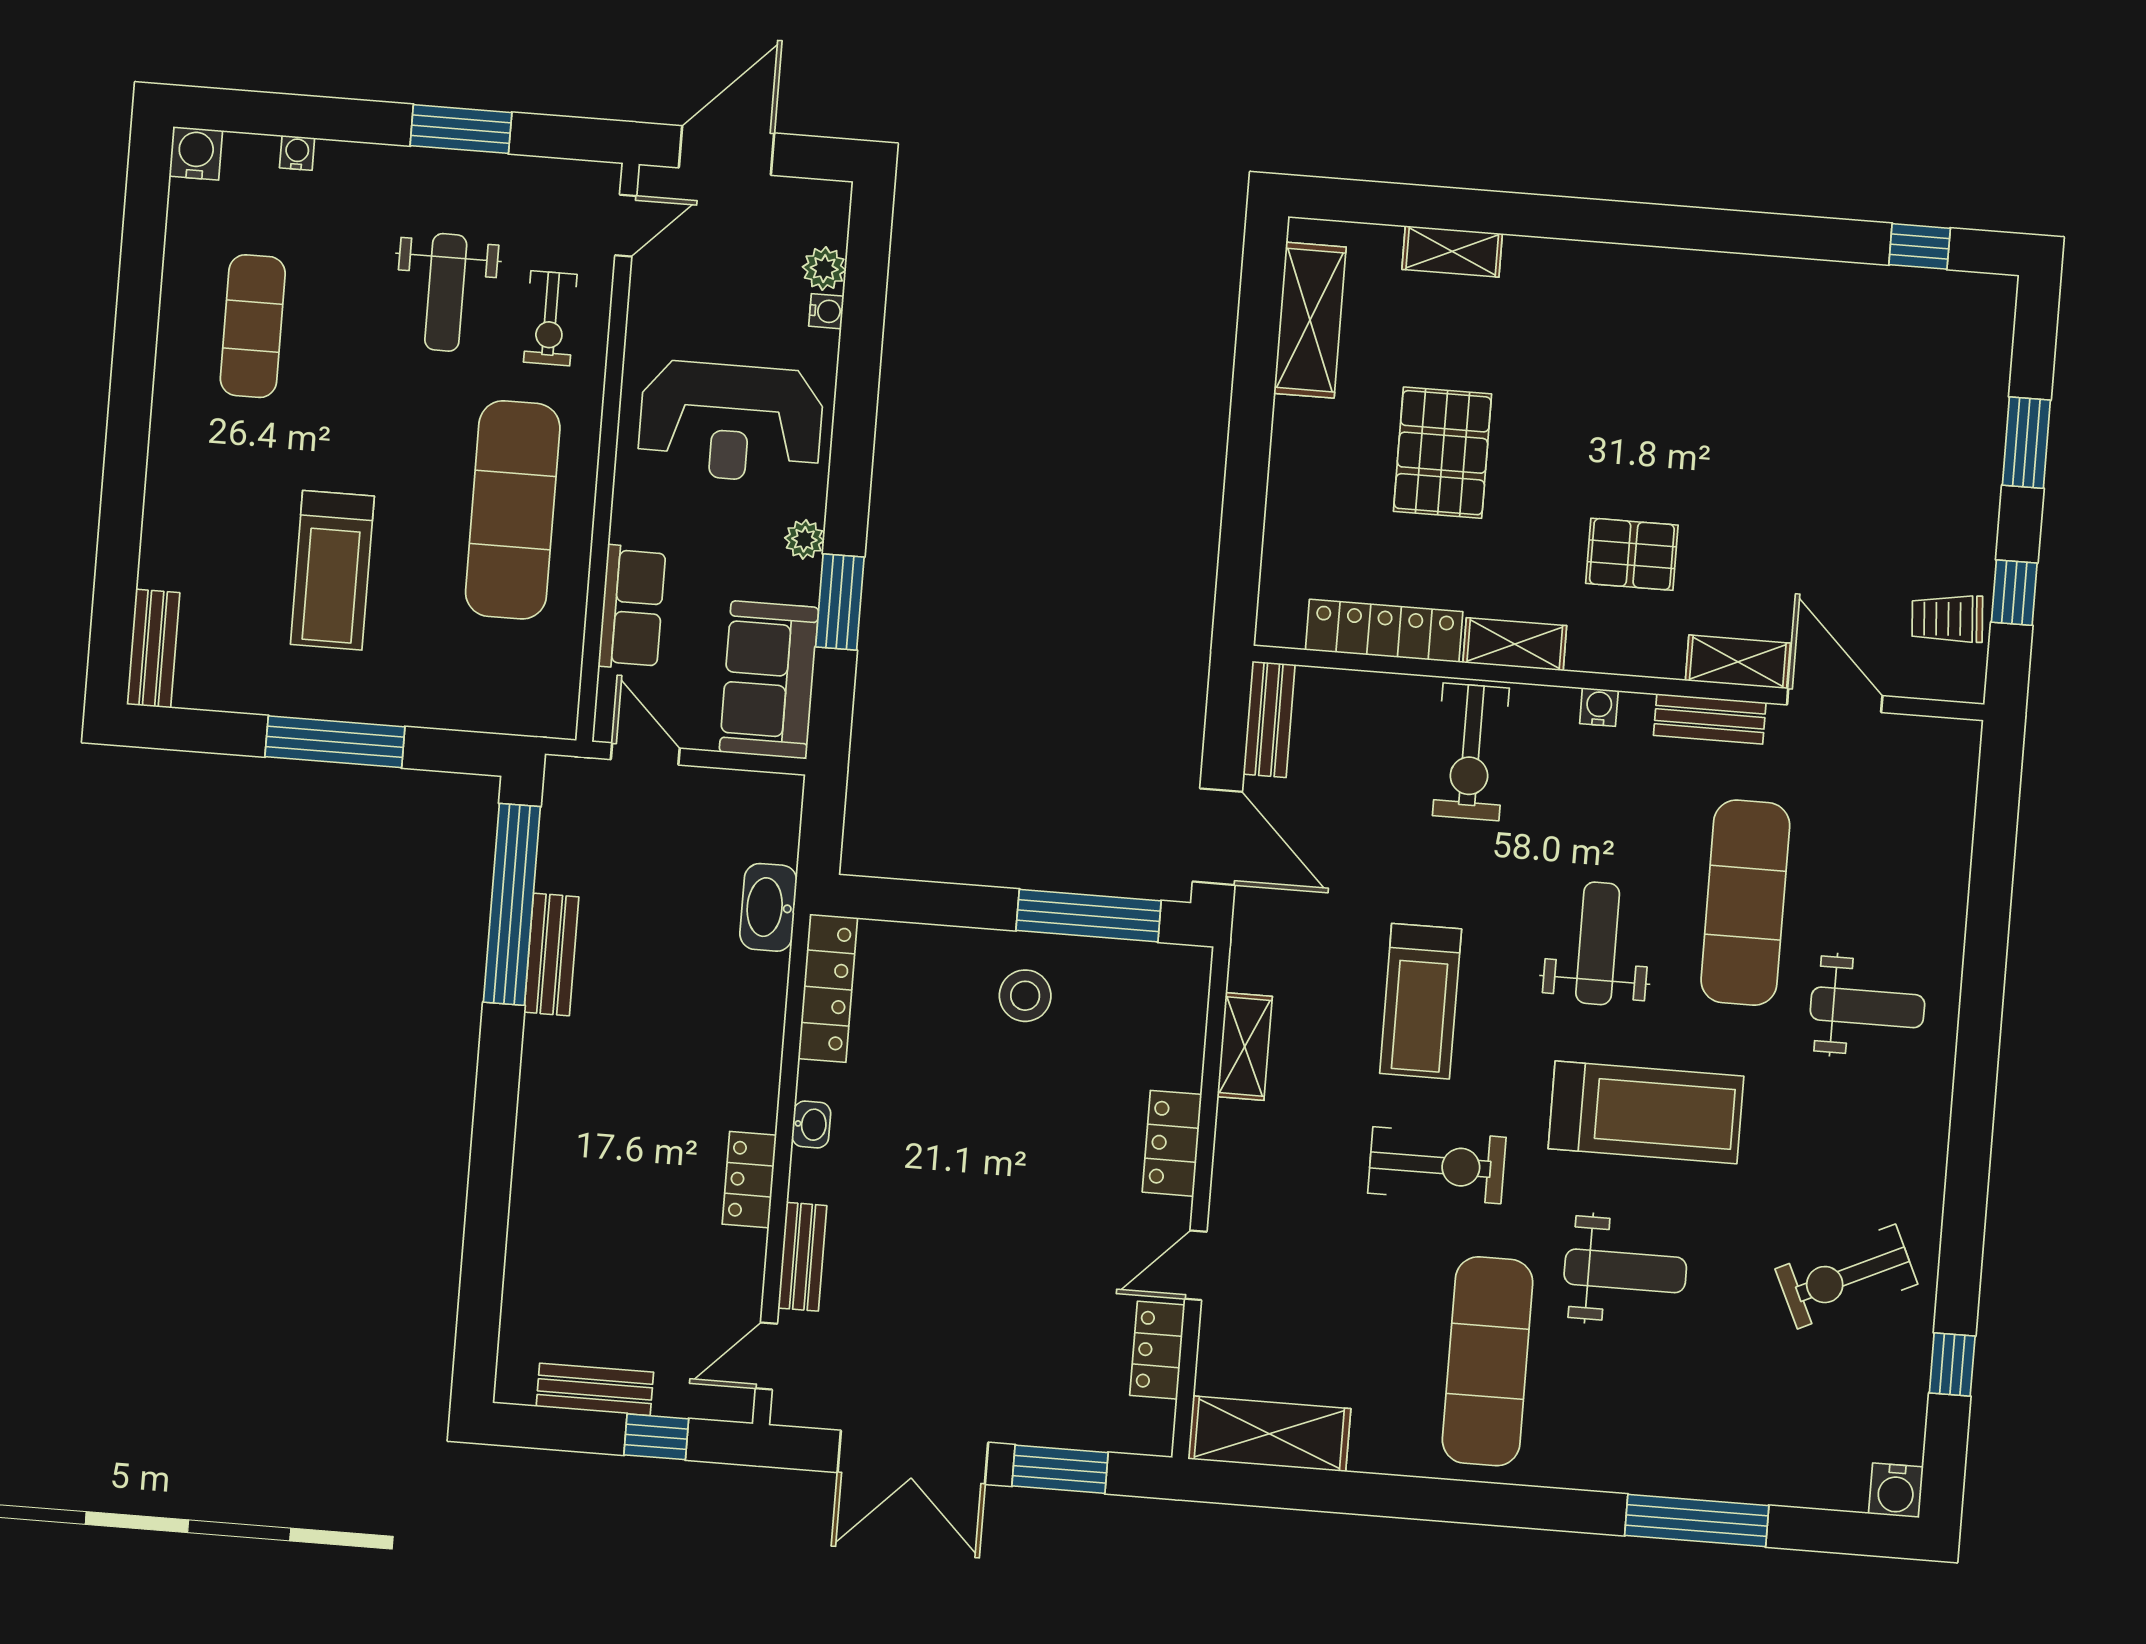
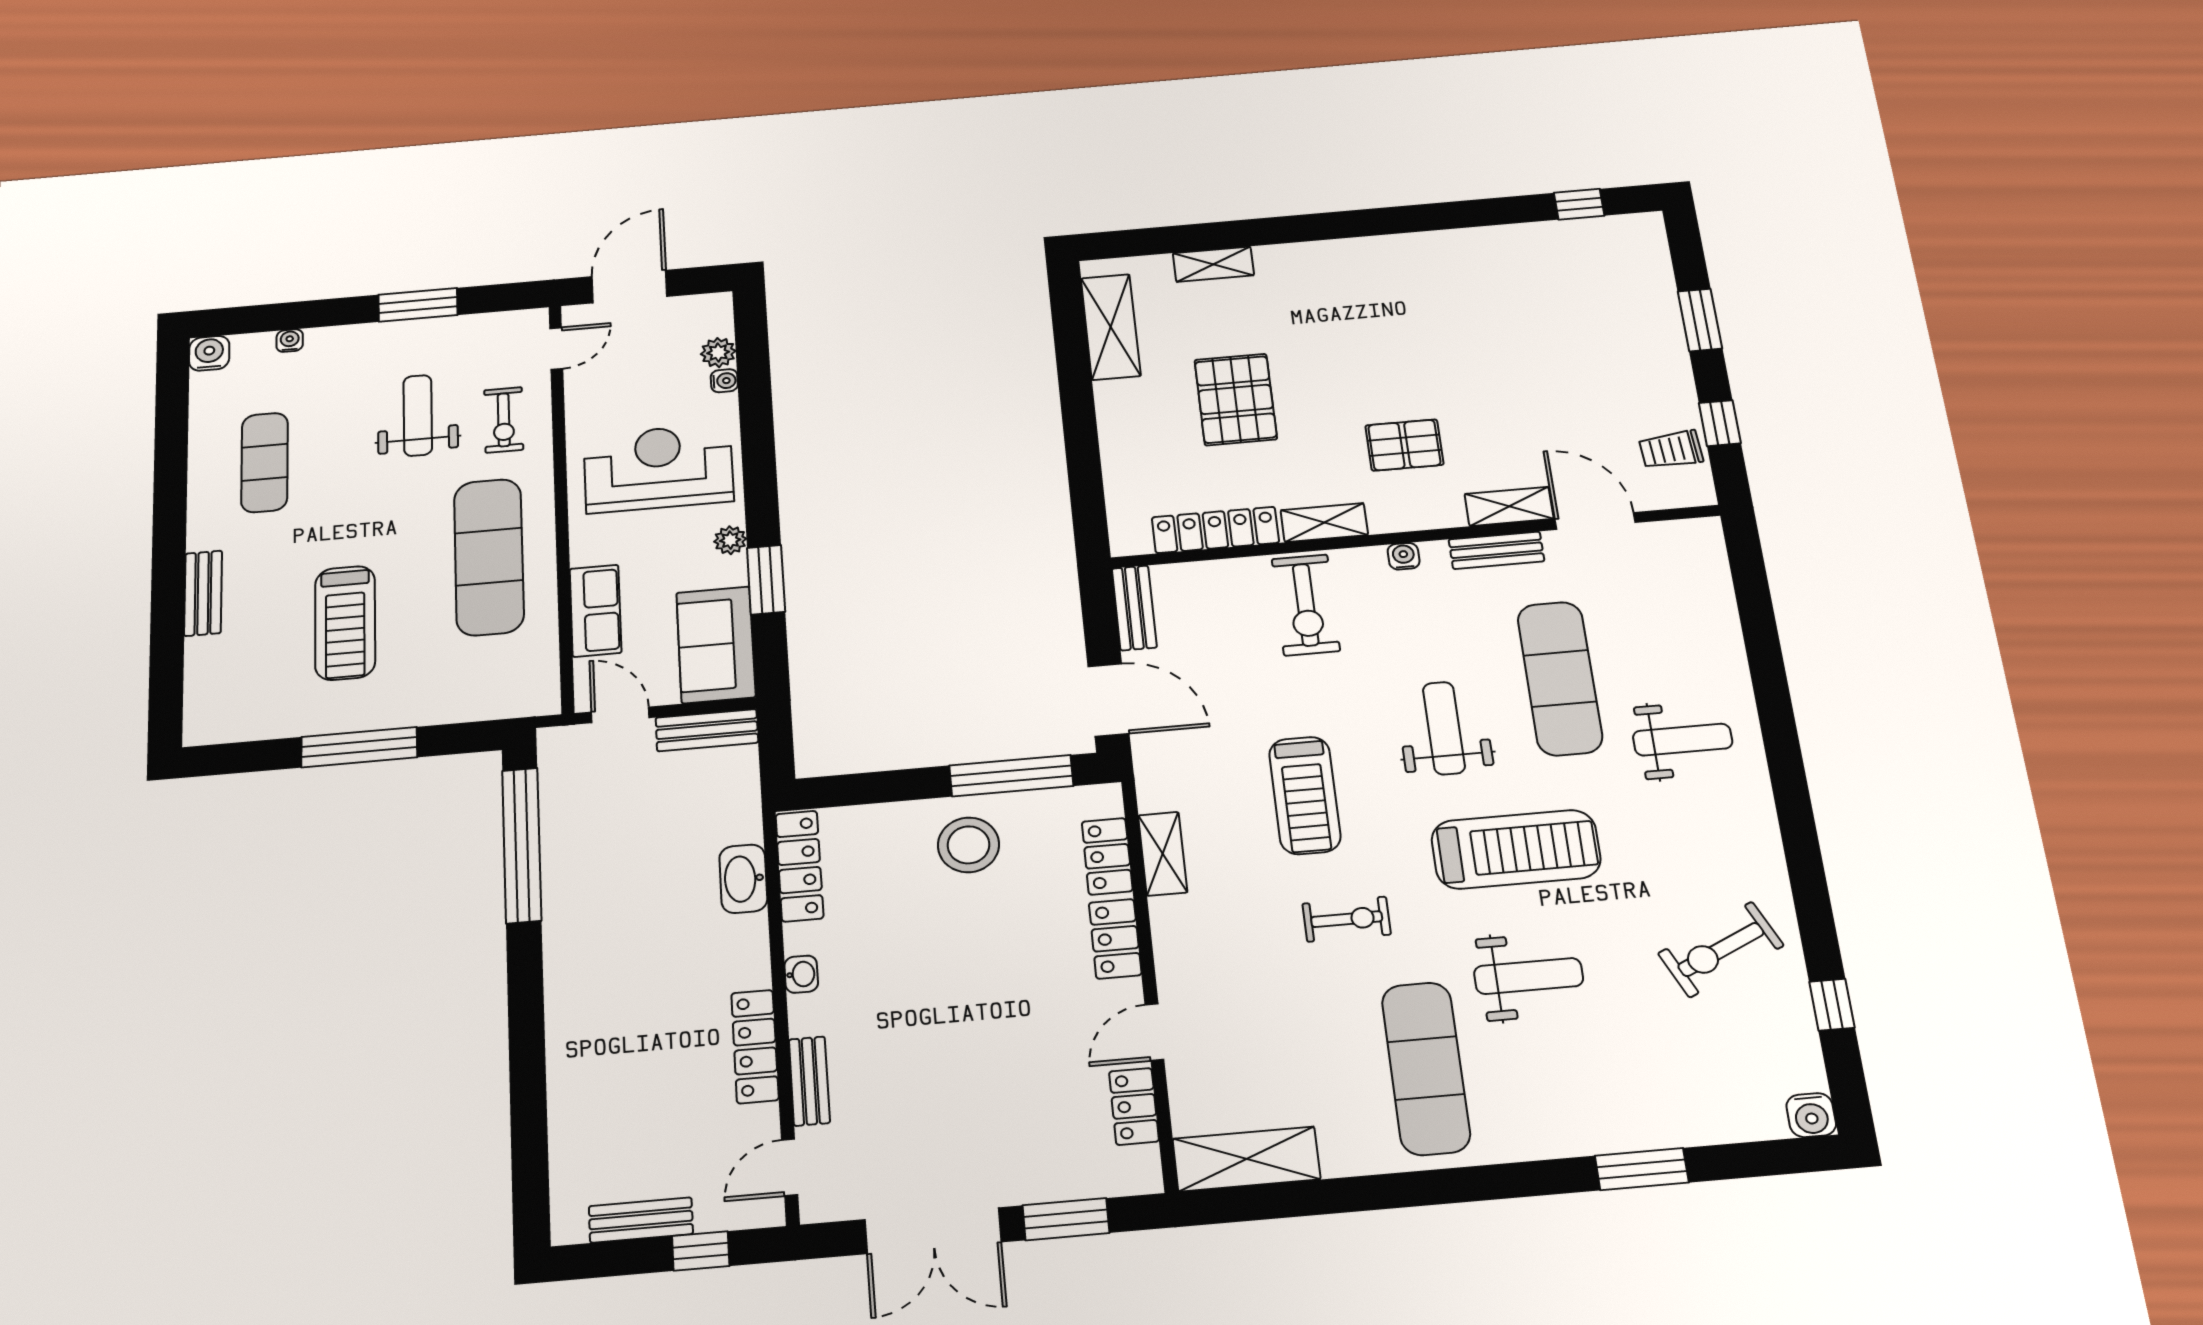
weight bench: (446, 292) -> (418, 415), turned 180
reception desk: (731, 422) -> (658, 468), turned 180
bench: (153, 649) -> (203, 593), moved
washbasin: (768, 907) -> (743, 879), moved
bench: (551, 954) -> (707, 730), moved, turned 90
stool: (1025, 996) -> (968, 845), width x1.38, depth x1.38
locker: (1181, 1038) -> (1107, 856), added
exercise bike: (1437, 1165) -> (1347, 919), width x0.73, depth x0.72
locker: (749, 1180) -> (755, 1046), width x1.53
window: (1697, 1520) -> (1642, 1169), width x0.69

